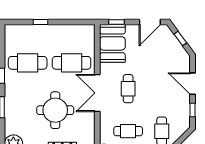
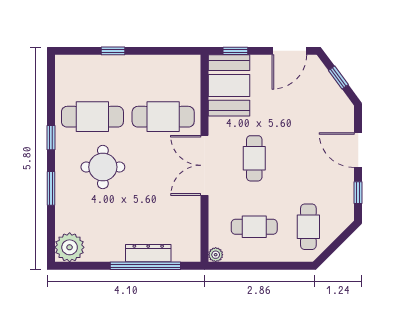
round table: (55, 110) -> (103, 167), moved, width x0.73, depth x0.73

